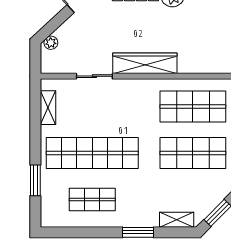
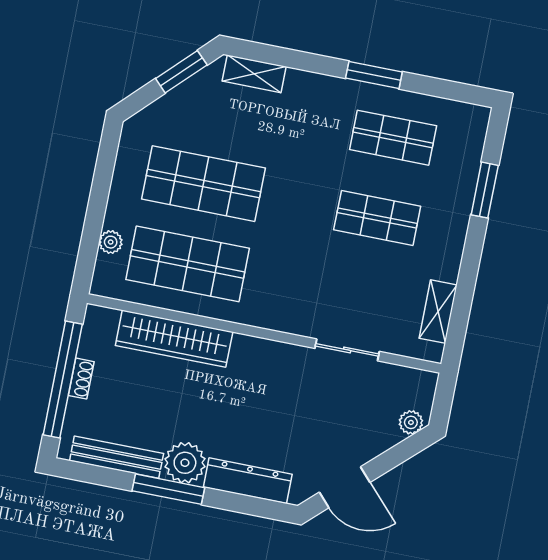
wardrobe: (145, 63) -> (174, 339), moved
shop shelf: (92, 153) -> (377, 218), width x0.50, depth x0.74
window: (138, 232) -> (374, 75), moved

